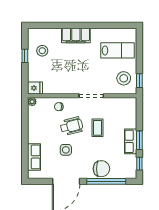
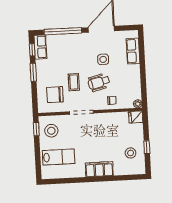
lab bench: (118, 50) -> (59, 157), turned 180
row of seats: (131, 141) -> (40, 47), moved
chair: (101, 169) -> (55, 95), moved

